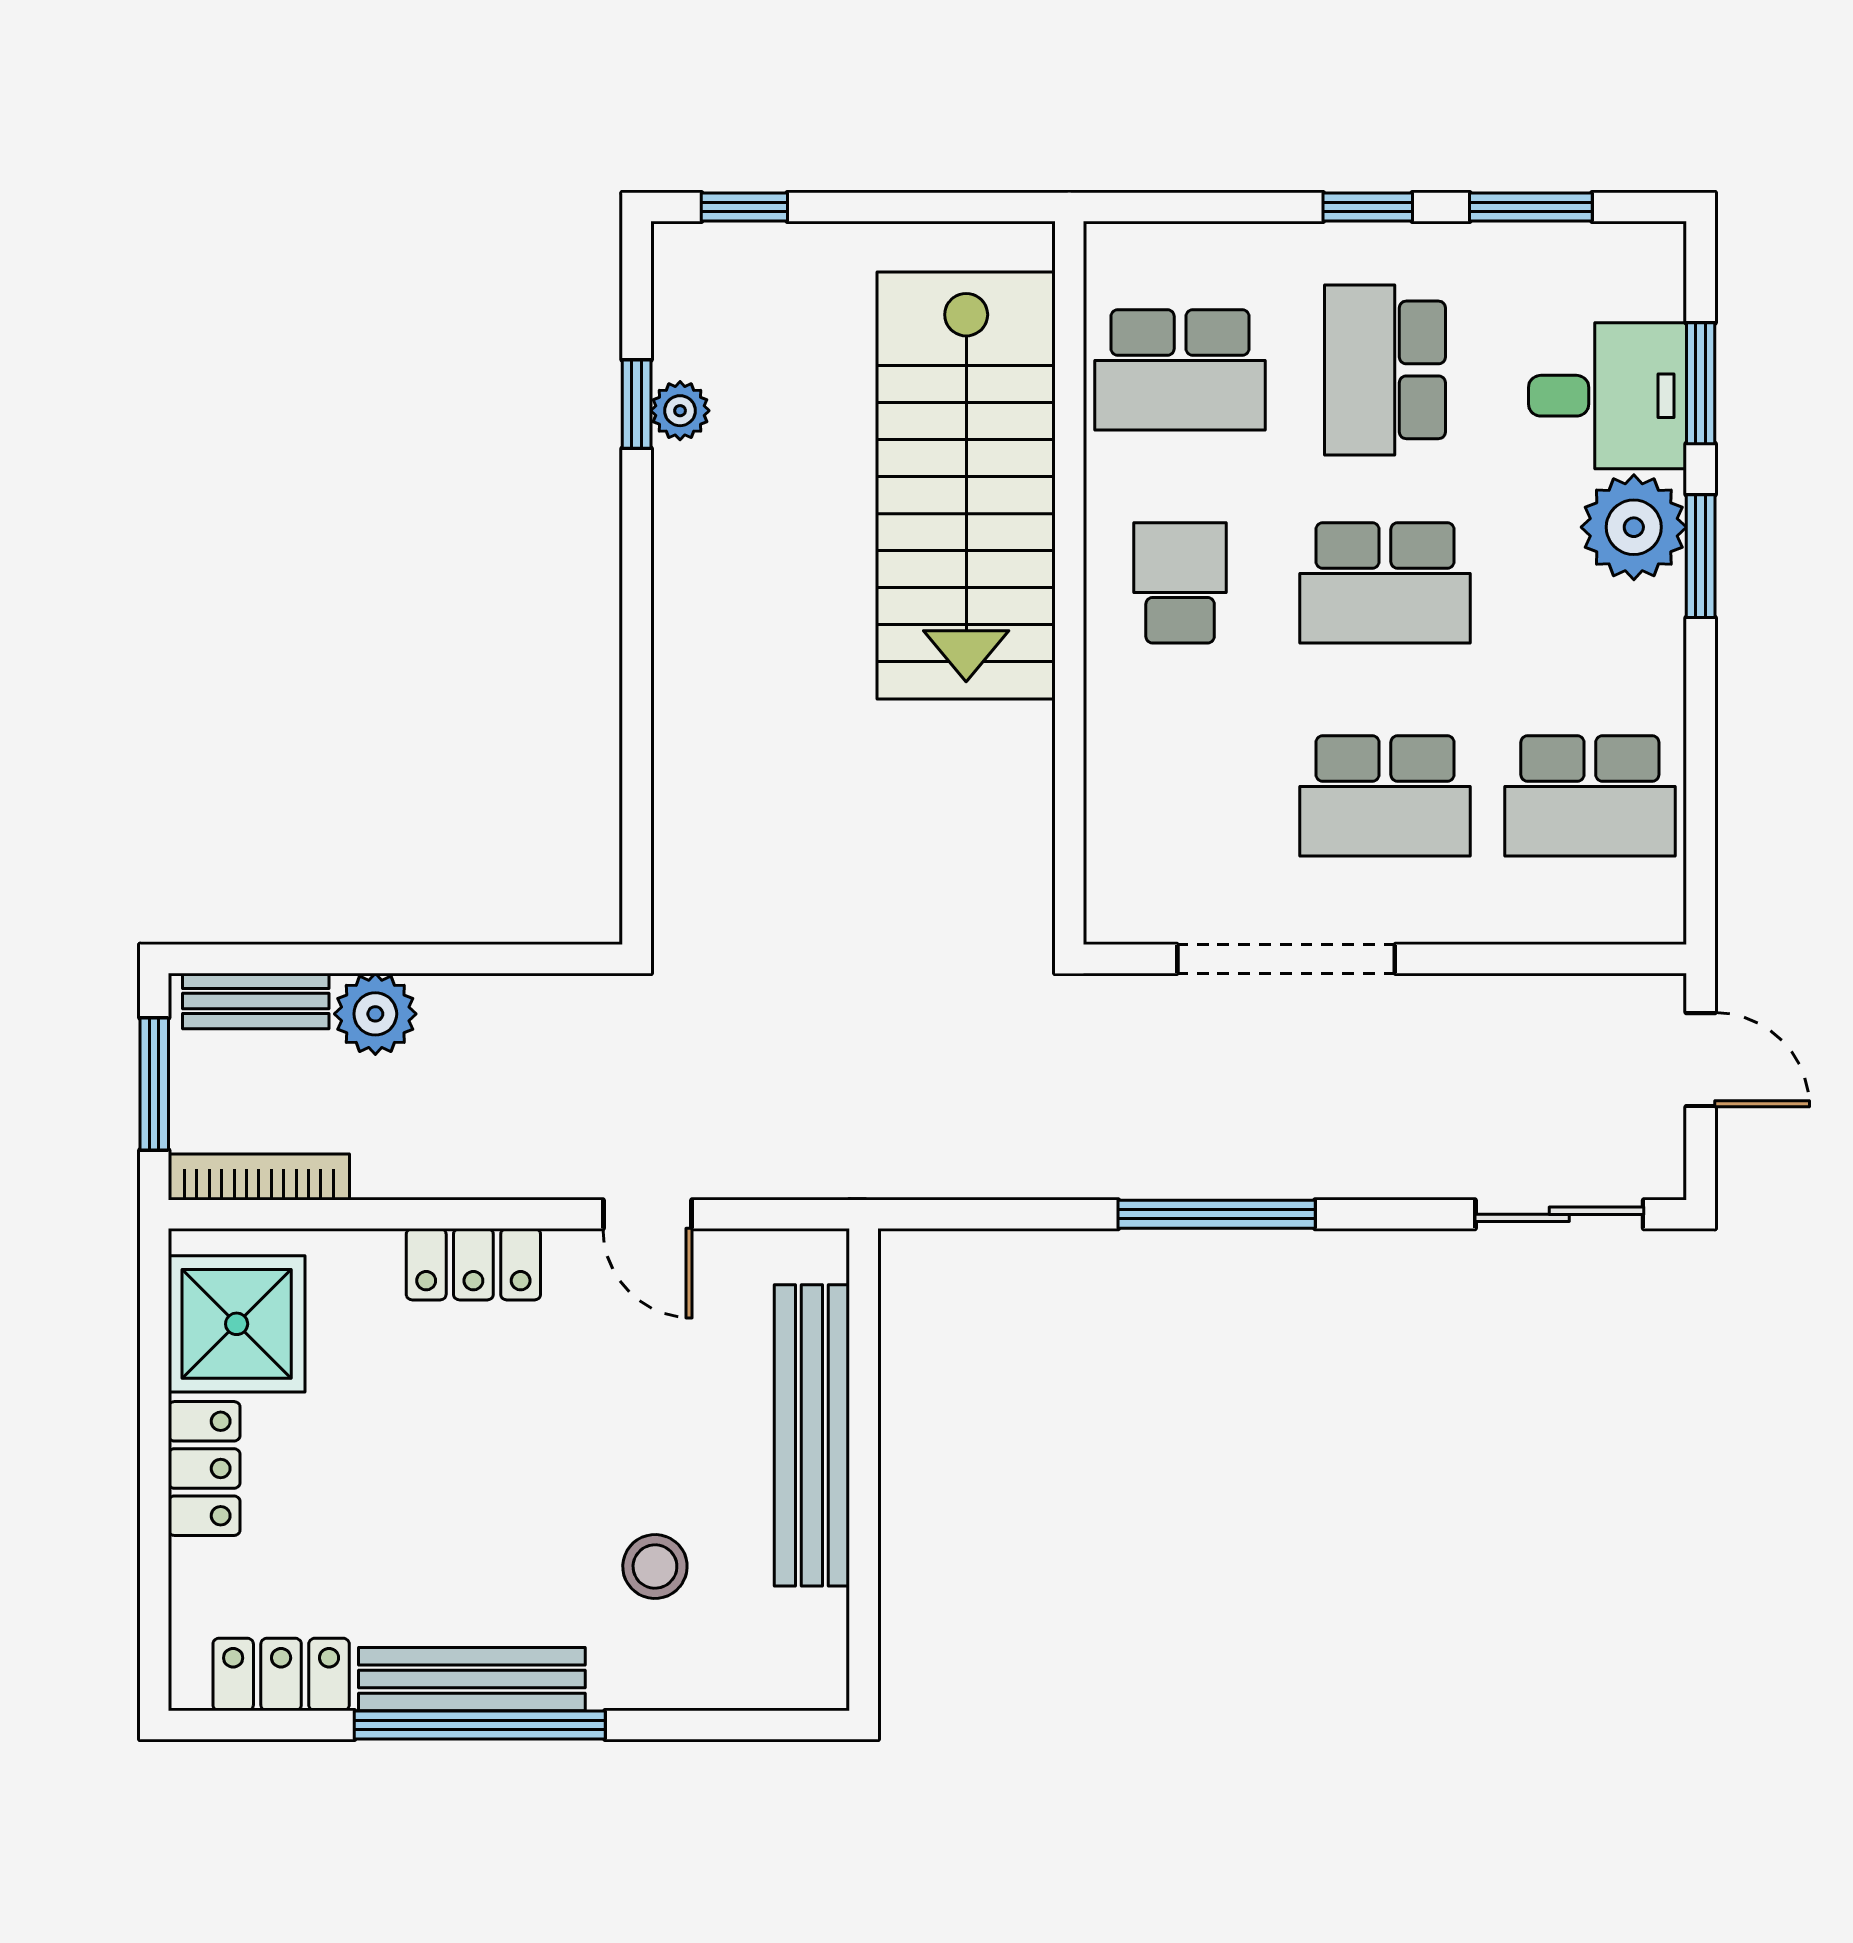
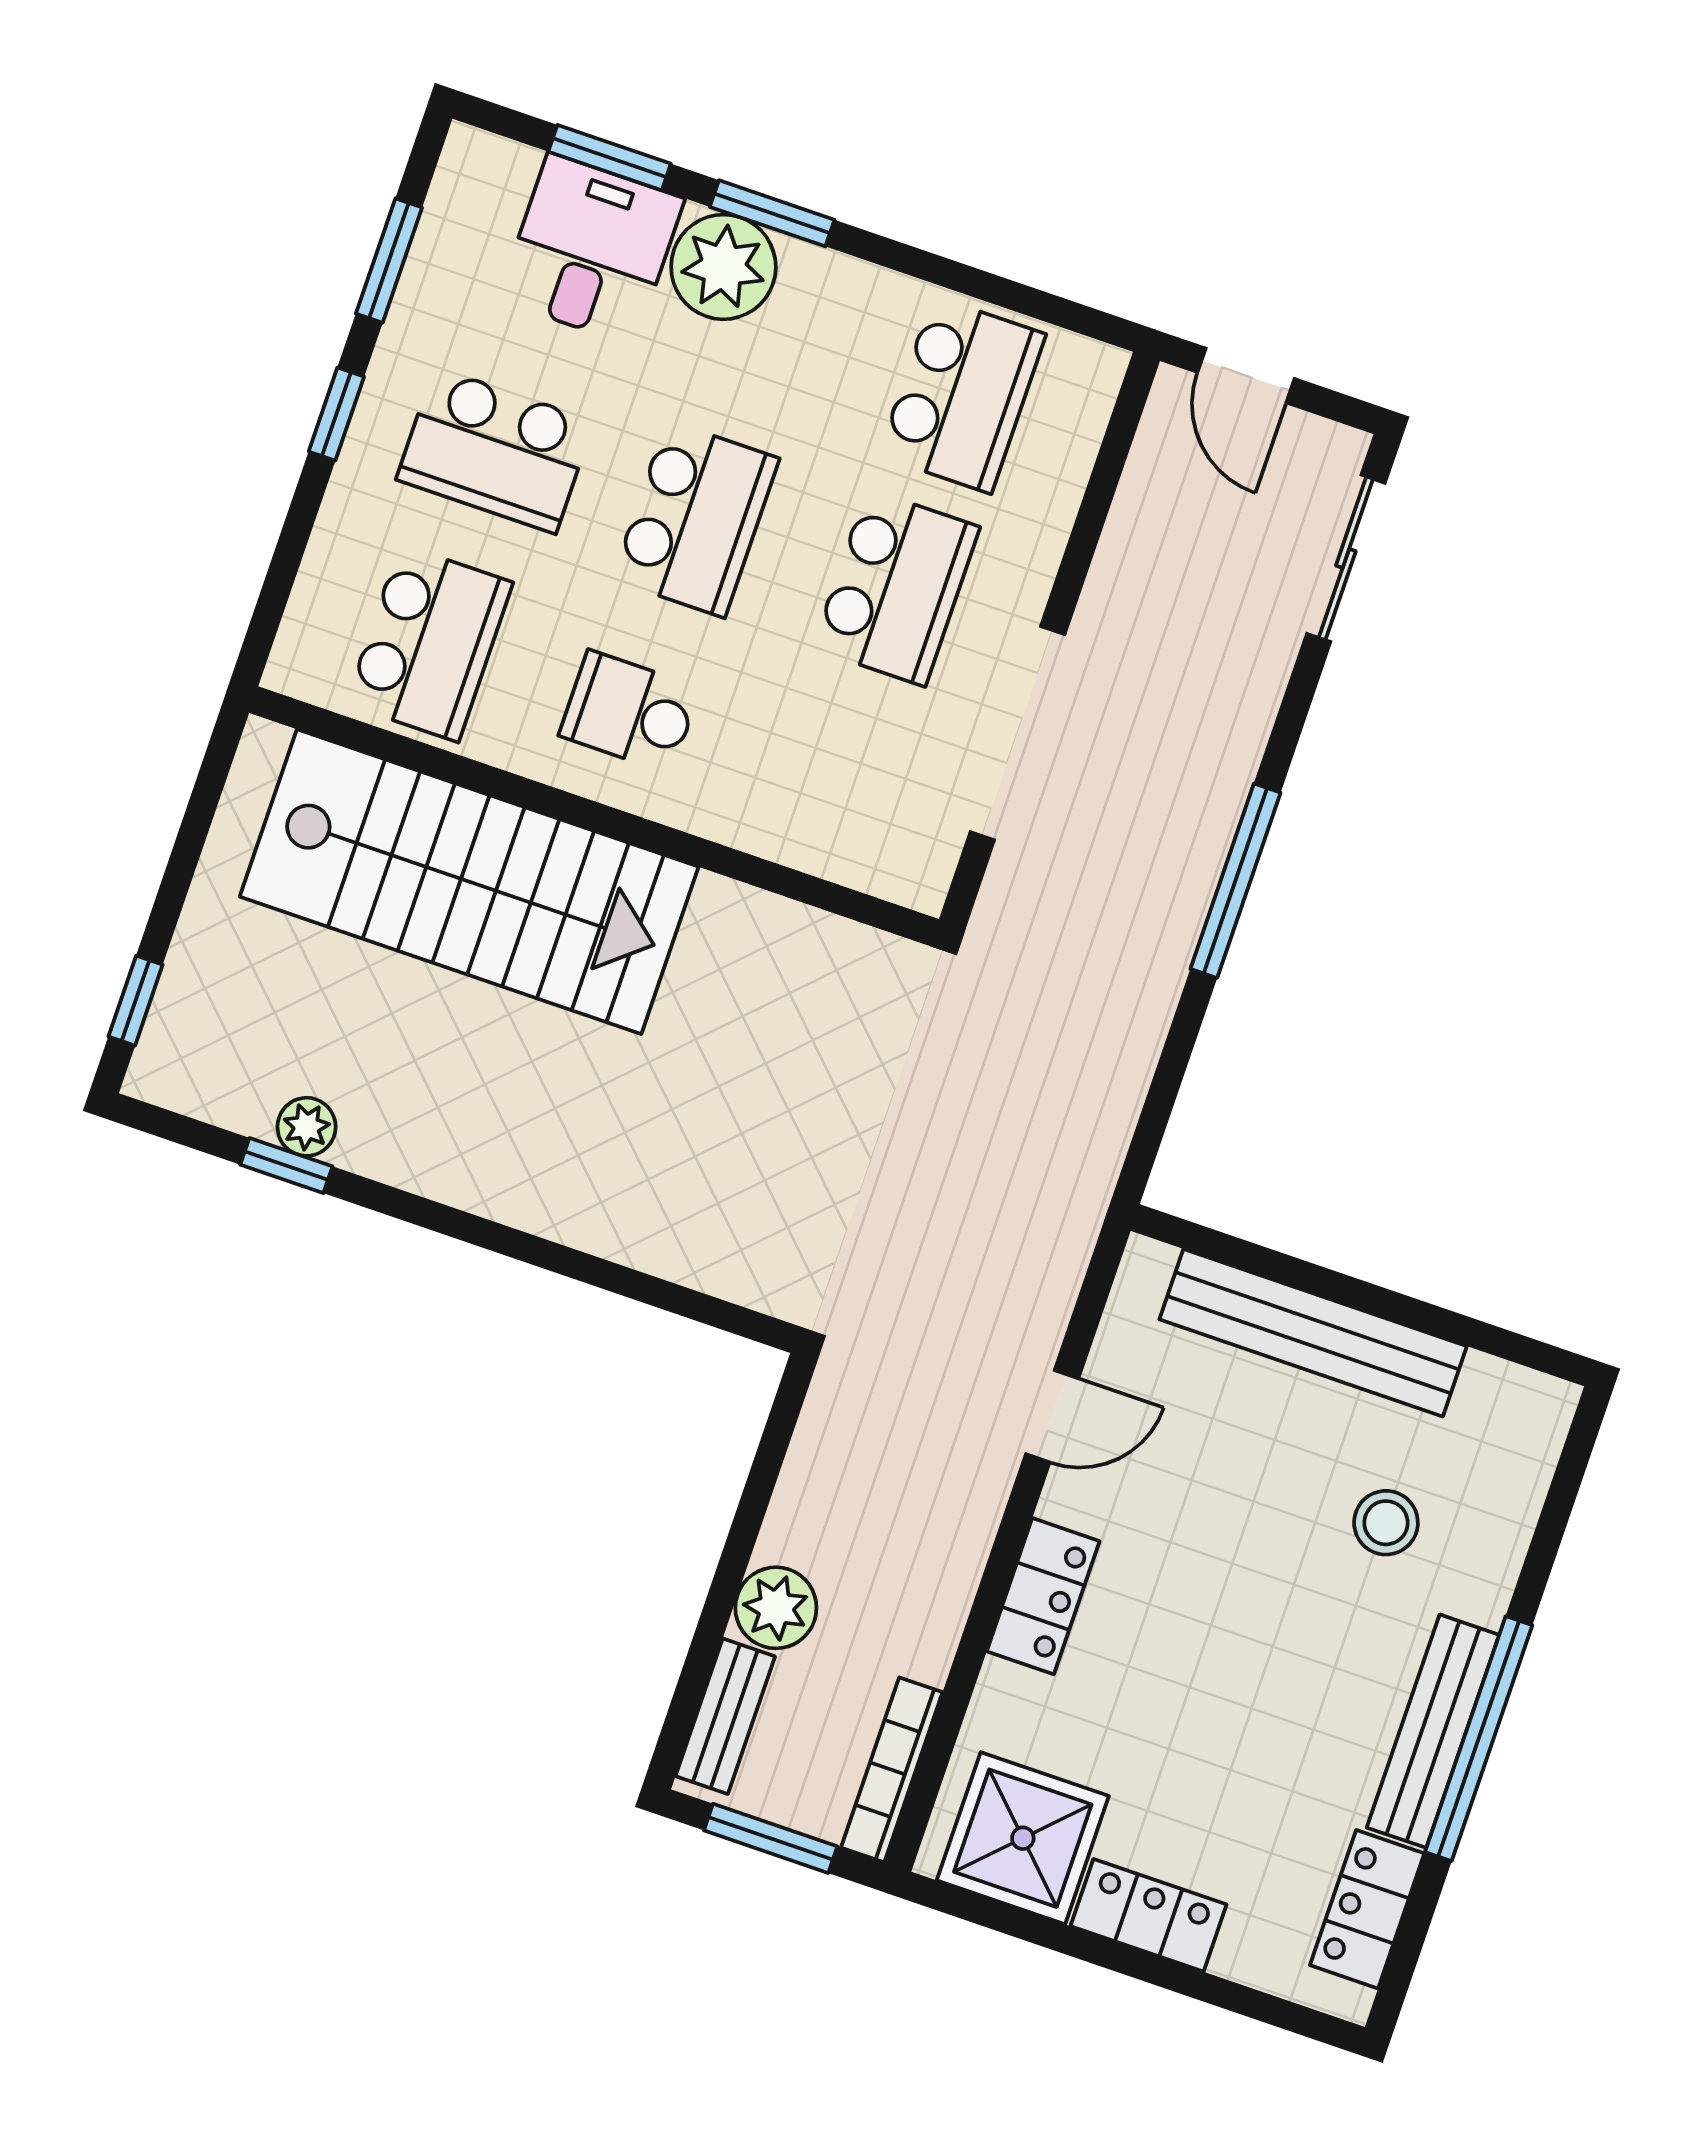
door: (1701, 1060) -> (1246, 376), swing flipped

